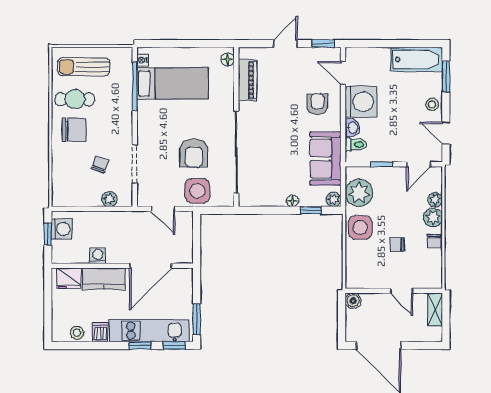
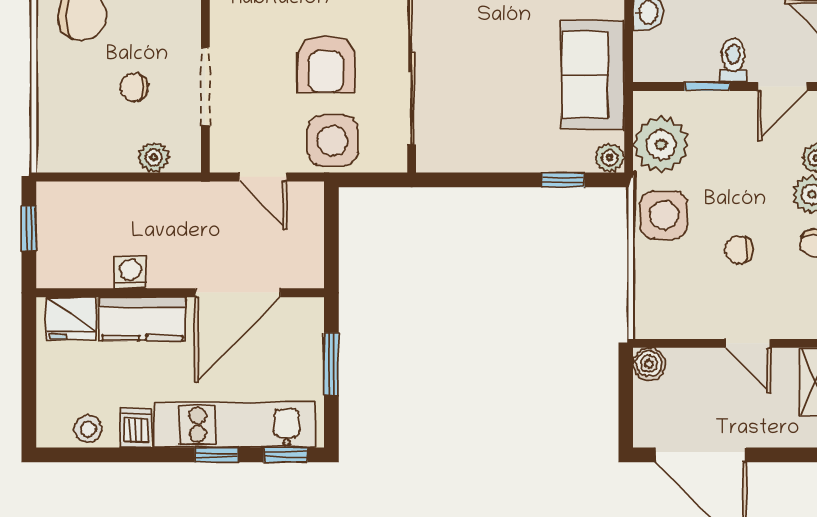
toilet: (356, 145) -> (733, 60), moved, turned -90
chair: (100, 165) -> (134, 87), turned -109
floor lamp: (292, 201) -> (526, 161), removed
washing machine: (62, 229) -> (57, 218), removed
window: (197, 319) -> (331, 364), moved

